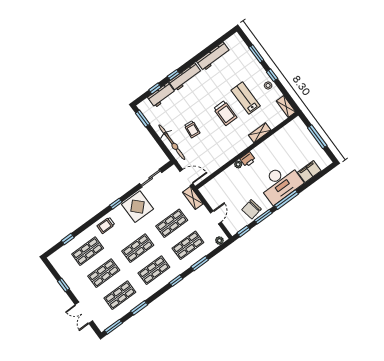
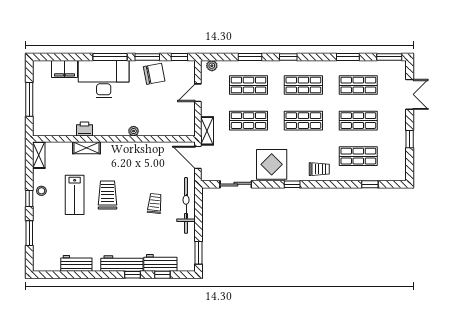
workbench: (213, 56) -> (76, 263), width x0.73
printer: (248, 159) -> (84, 129), moved

